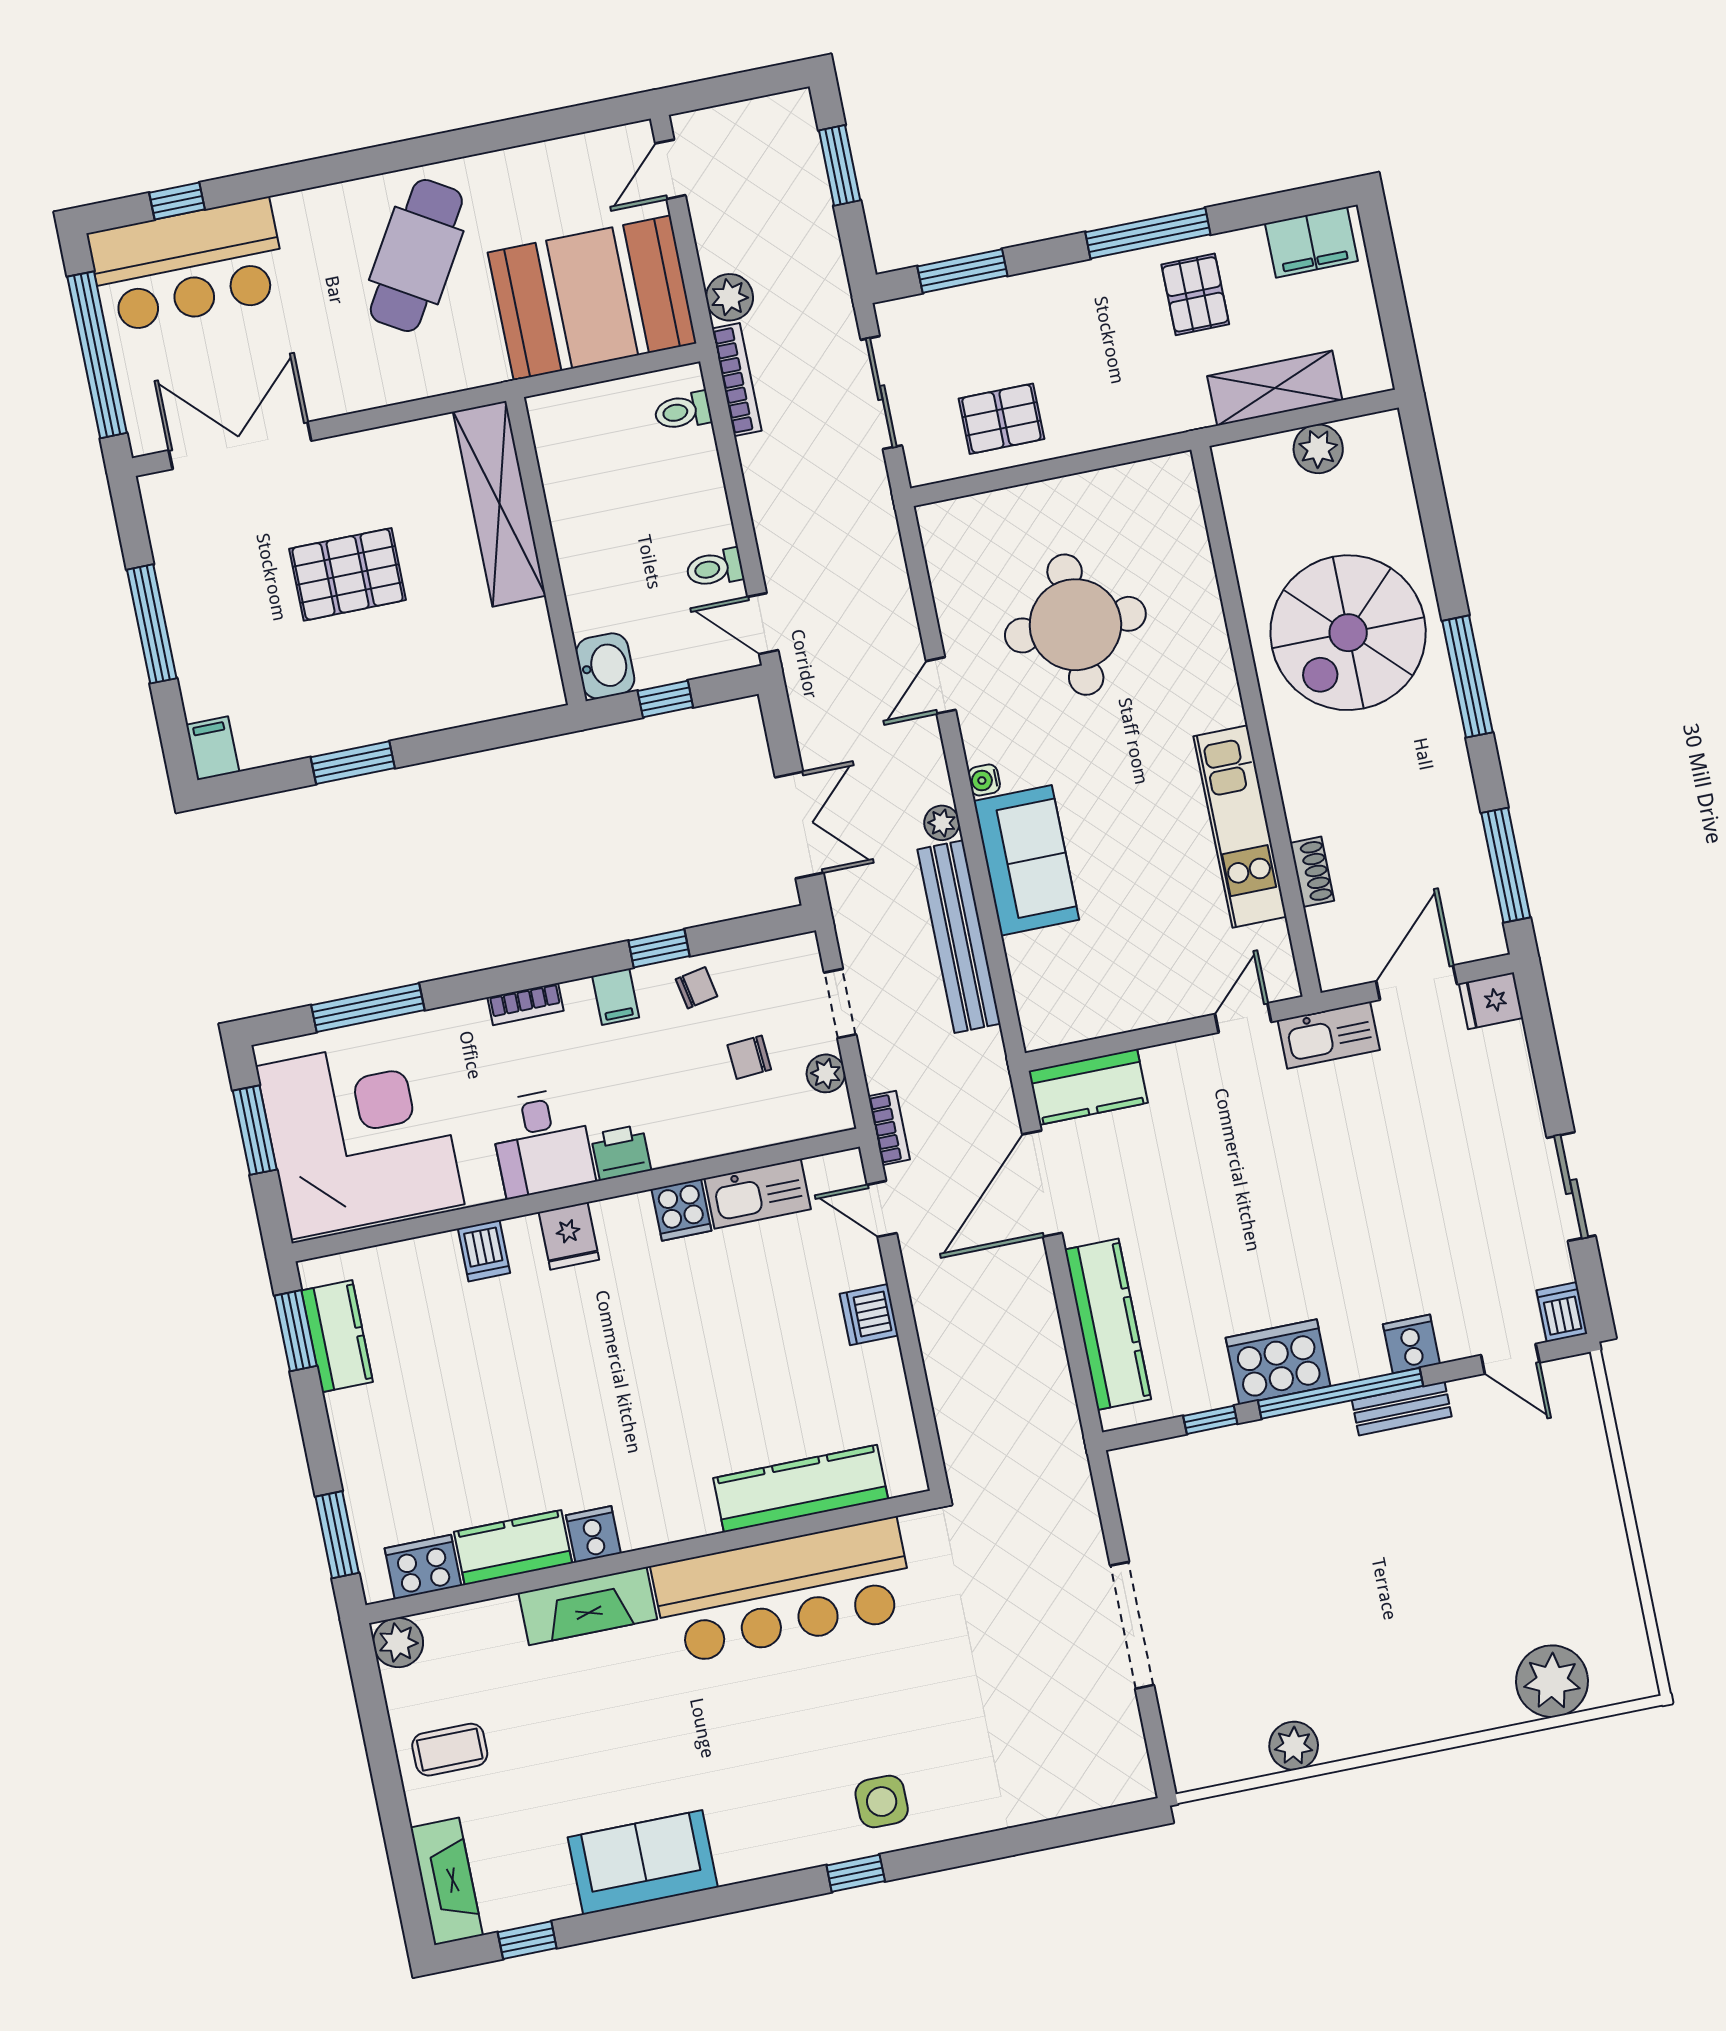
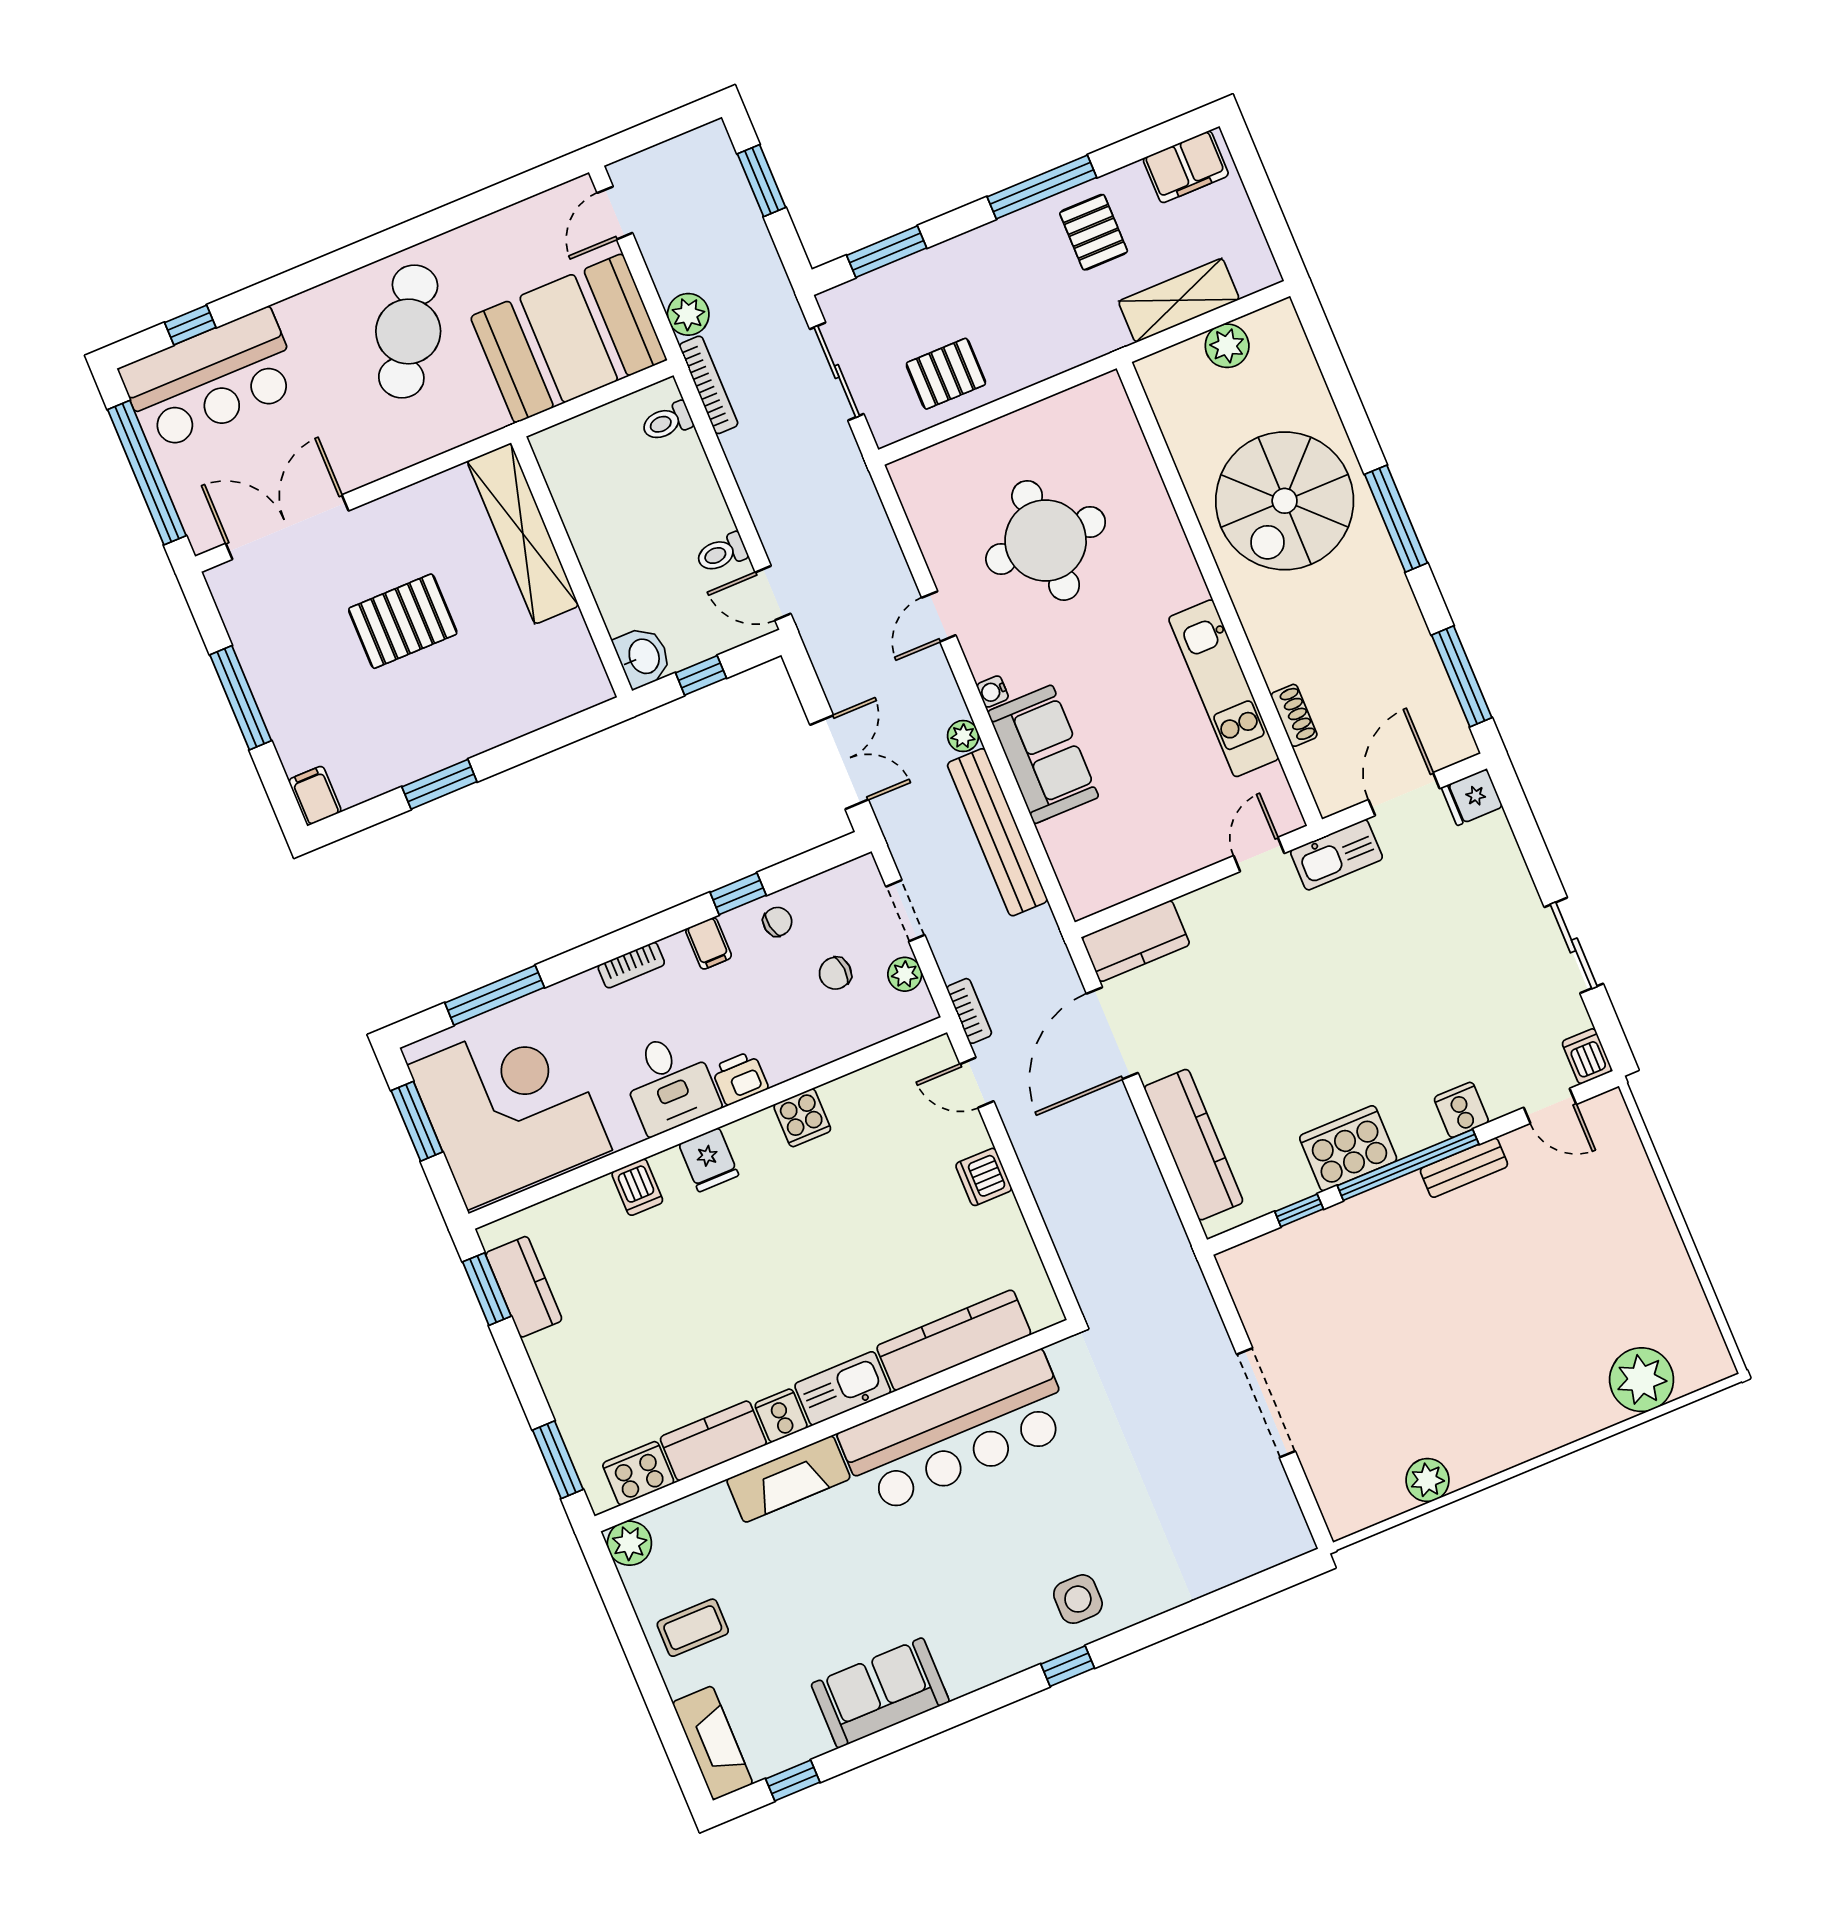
kitchen sink: (758, 1194) -> (843, 1388), moved, turned 180

